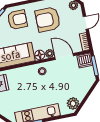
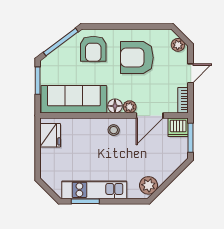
armchair: (17, 20) -> (93, 49), turned 90
door: (64, 57) -> (150, 115), swing flipped

